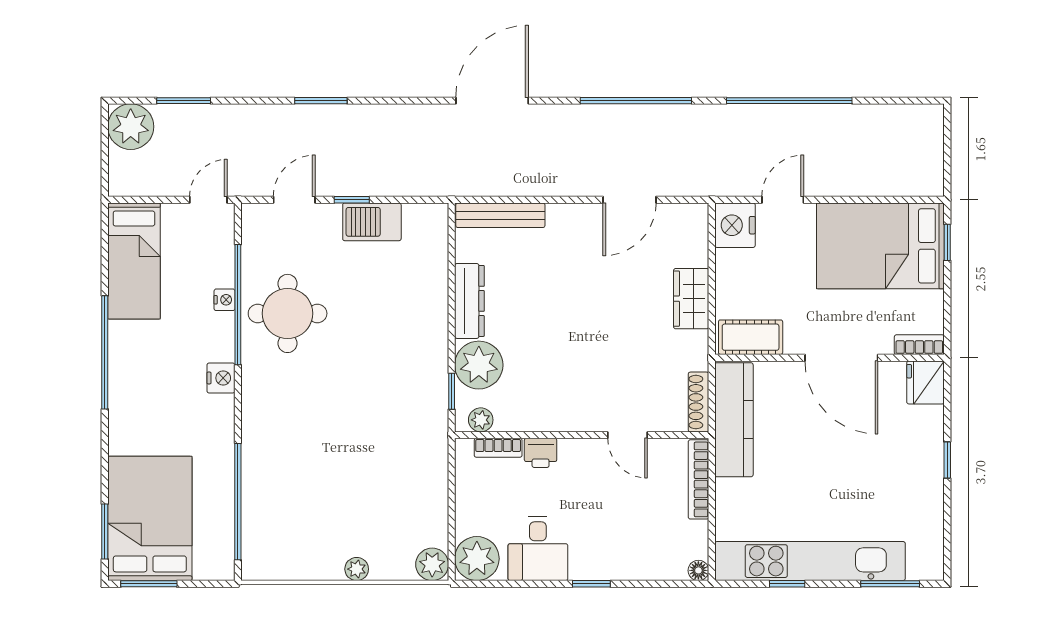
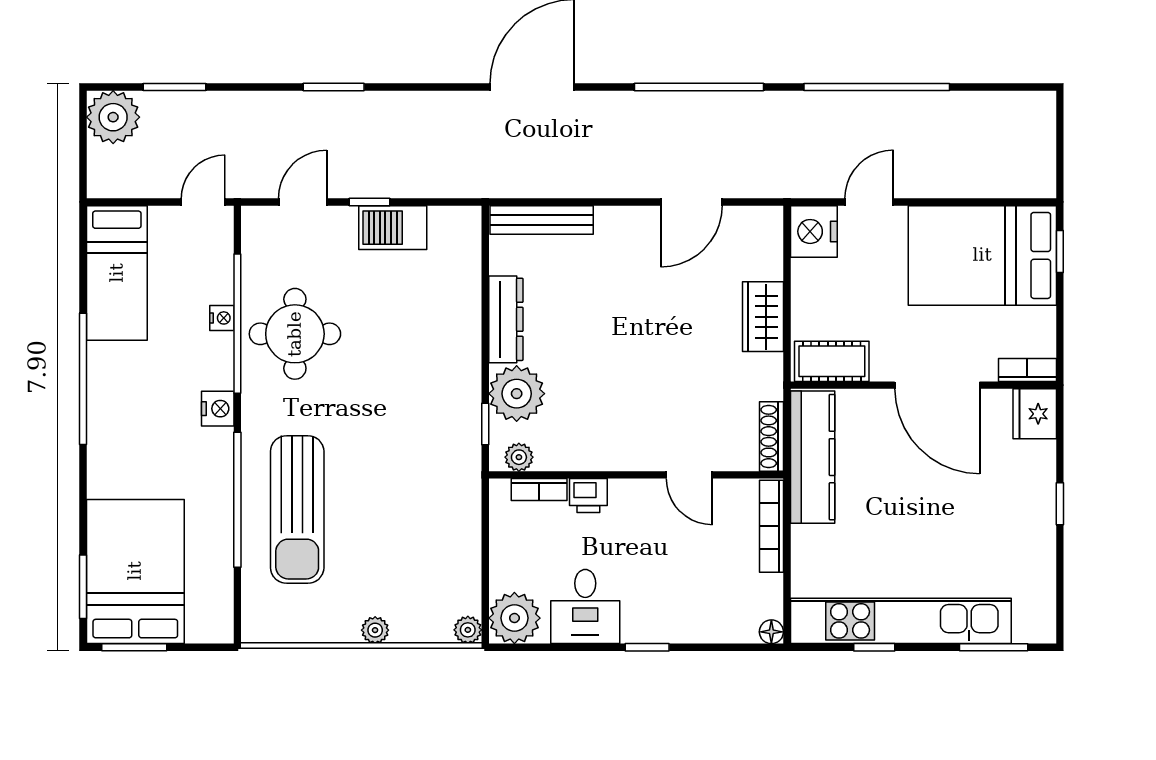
sun lounger: (290, 465) -> (297, 510), added
window: (238, 502) -> (237, 500), moved
plant: (432, 564) -> (468, 630), width x0.73, depth x0.73

